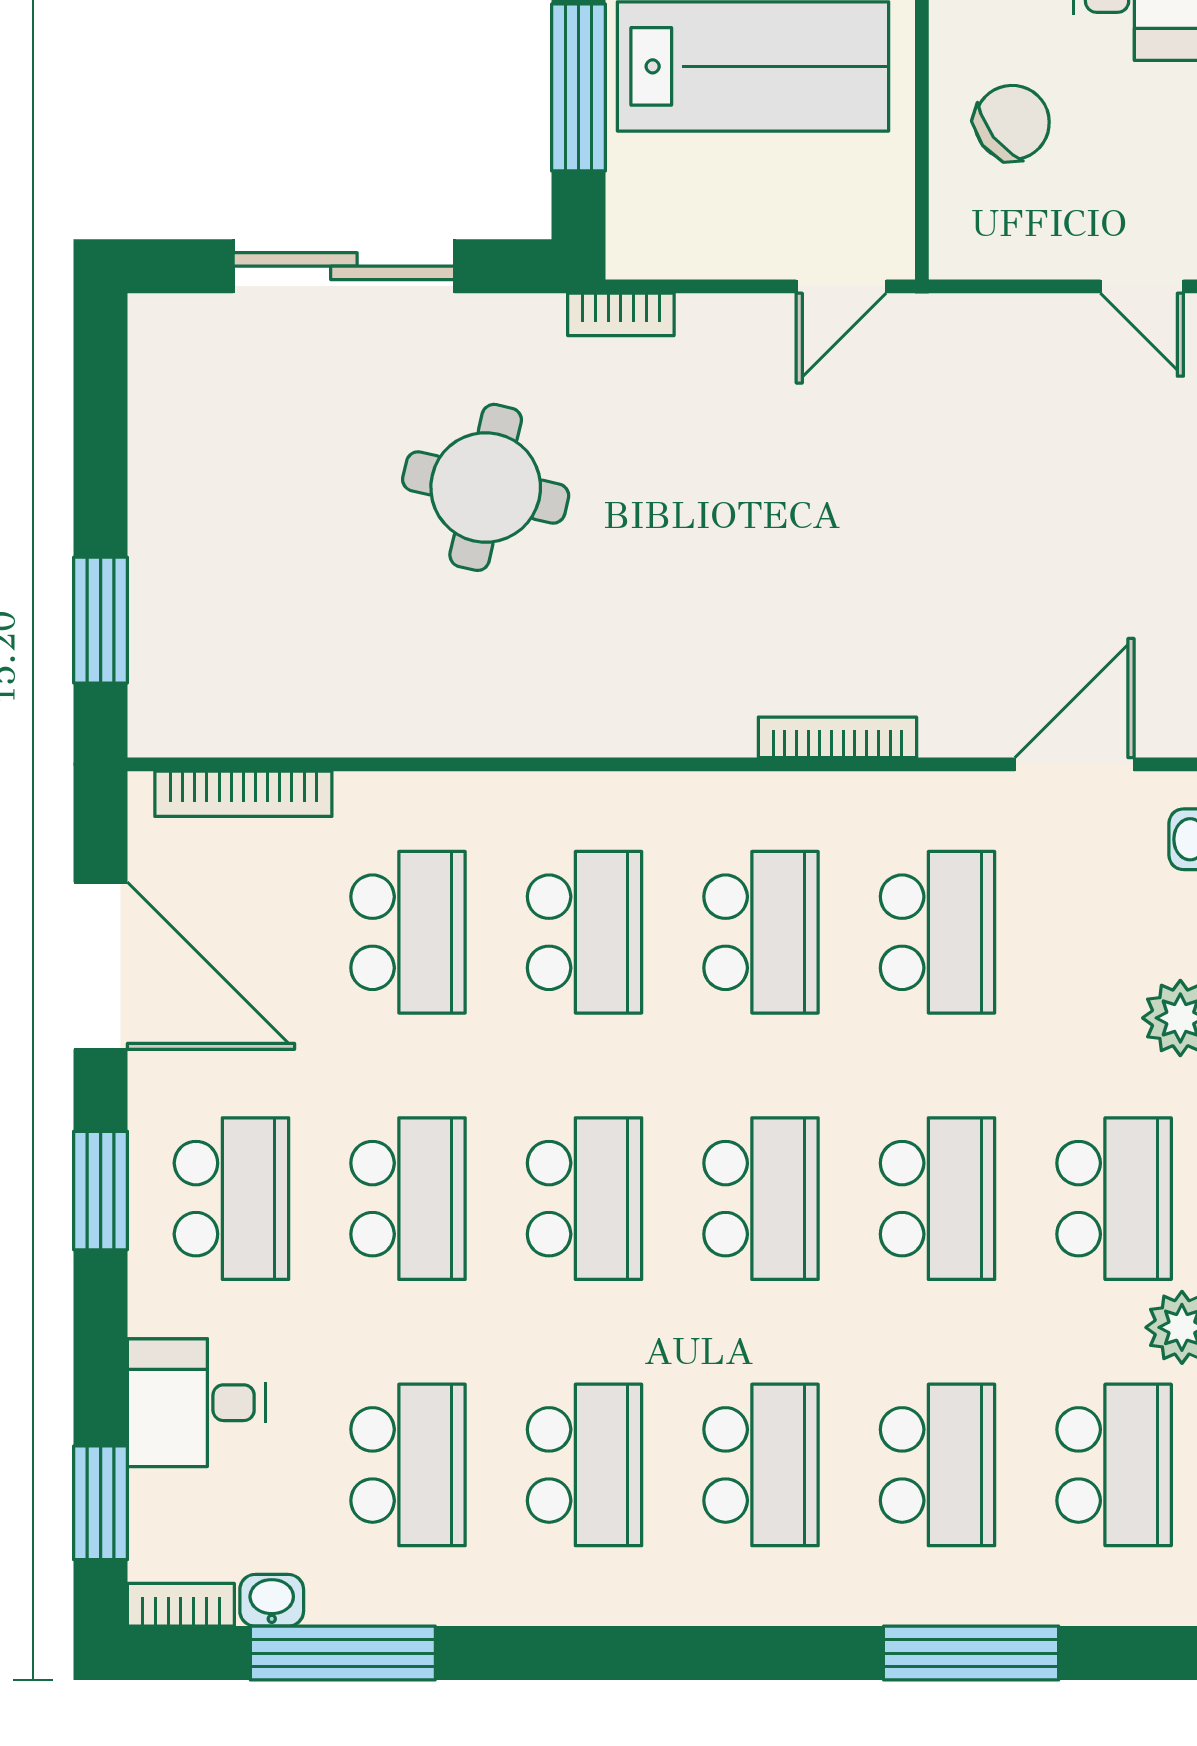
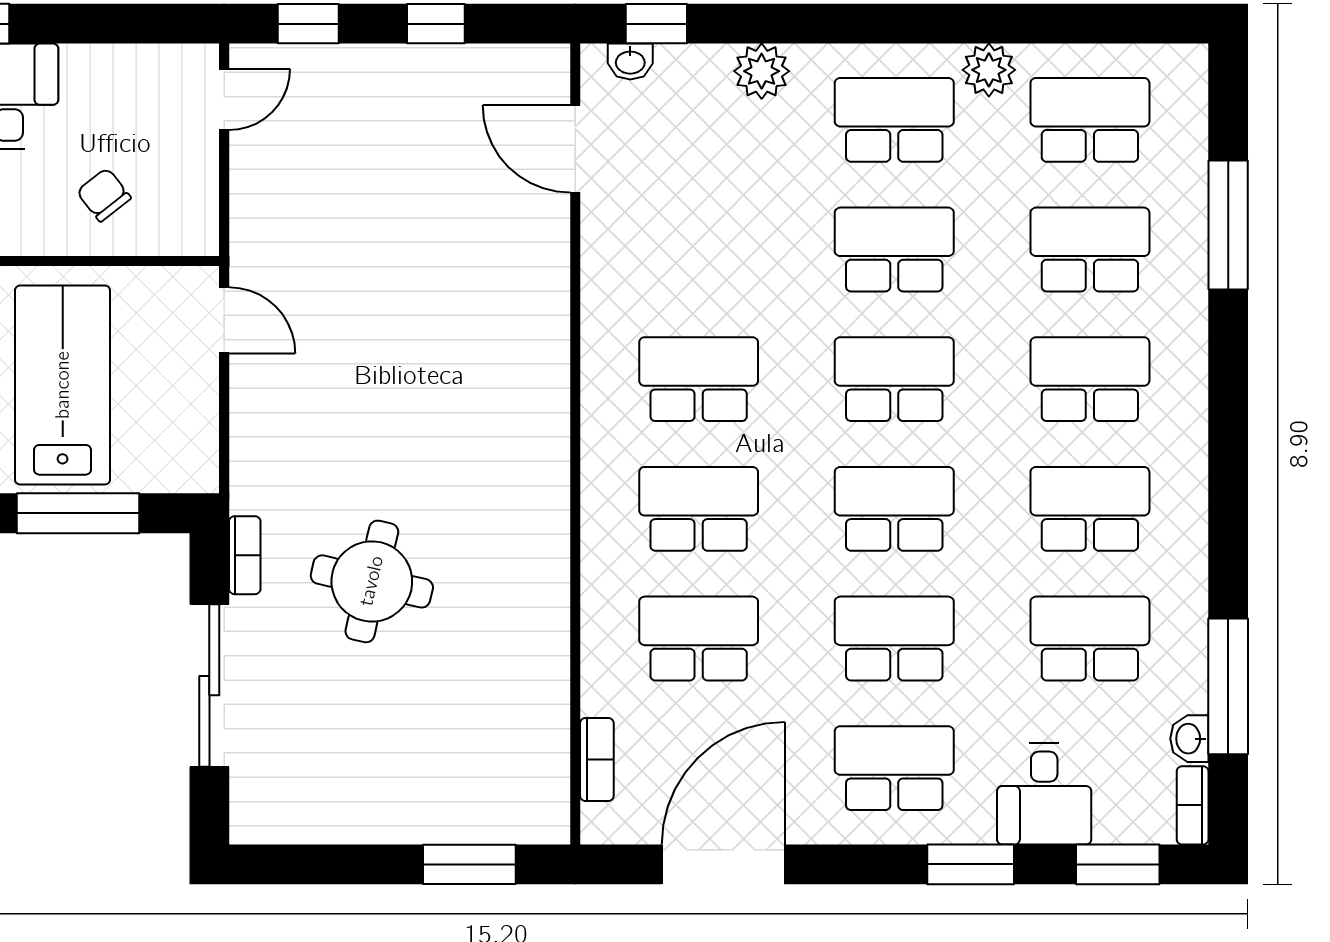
chair: (1012, 123) -> (104, 195), width x0.73, depth x0.73
bookcase: (621, 314) -> (245, 555), moved
bookcase: (837, 737) -> (555, 323), removed
bookcase: (243, 794) -> (597, 759), width x0.64
school desk: (938, 932) -> (699, 250), removed
window: (101, 1191) -> (971, 864), moved

